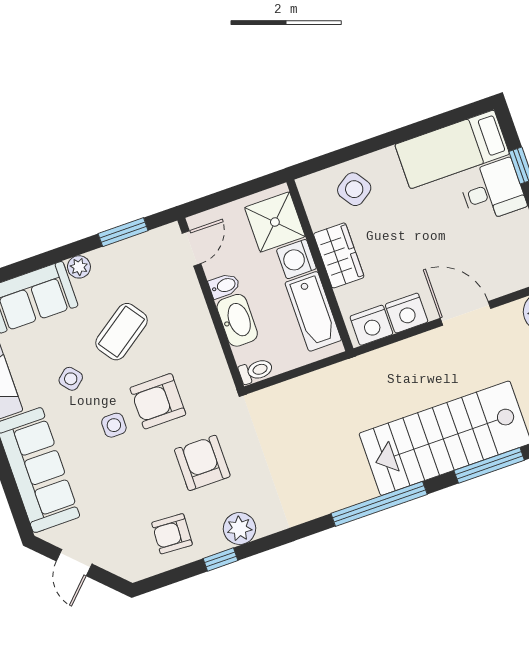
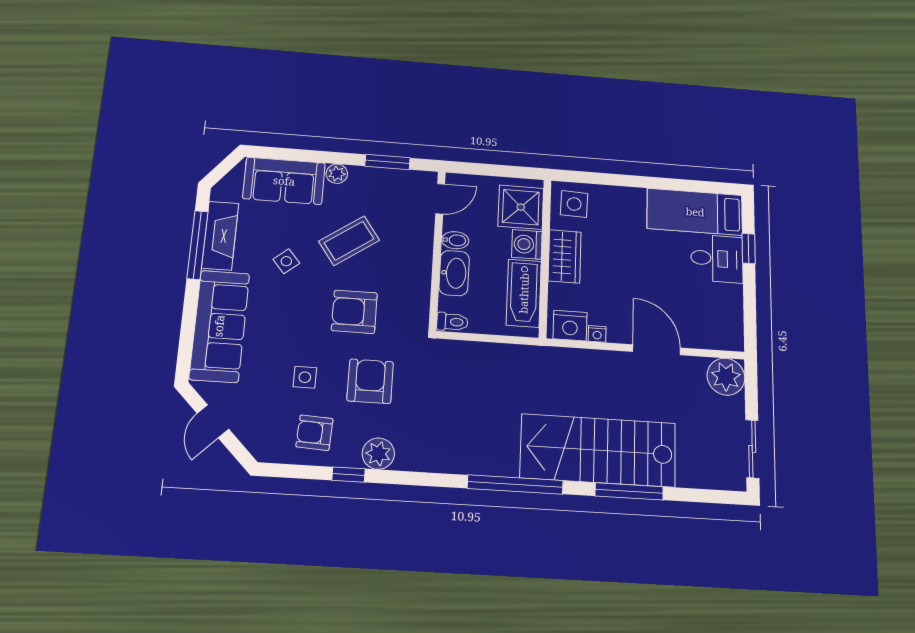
side table: (354, 189) -> (574, 204), moved, turned 36
nightstand: (407, 313) -> (597, 334), width x0.53, depth x0.56
side table: (114, 425) -> (305, 377), moved

